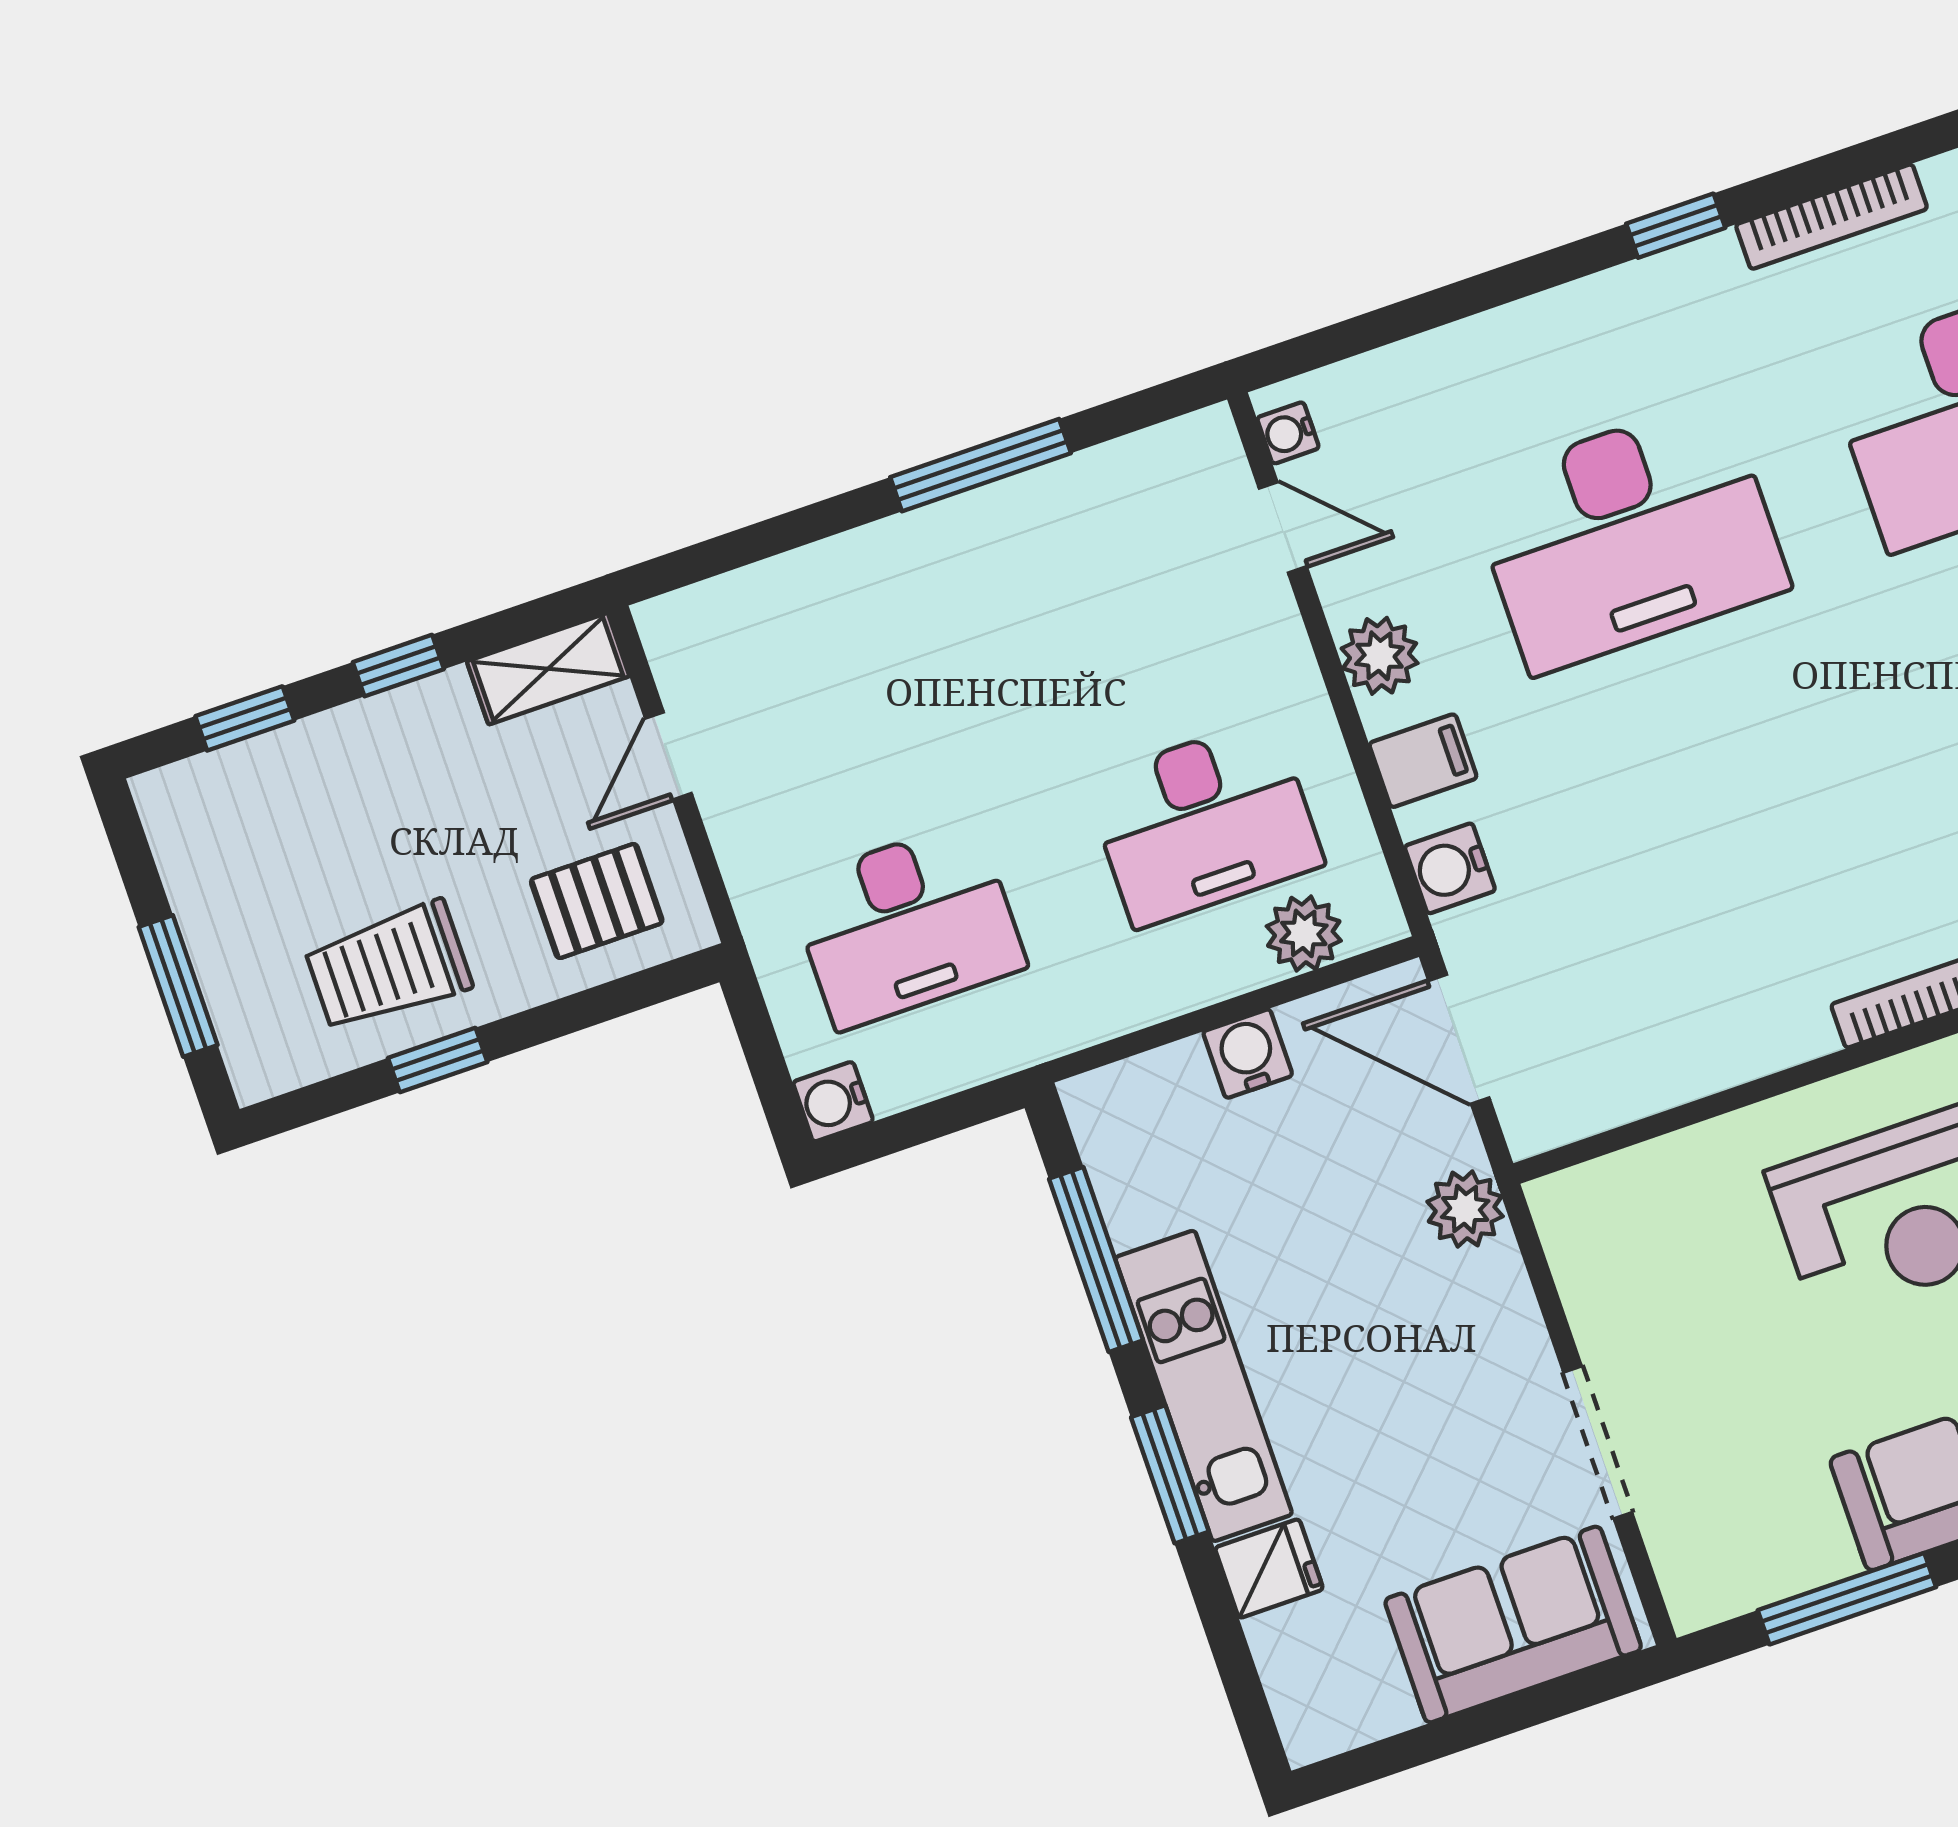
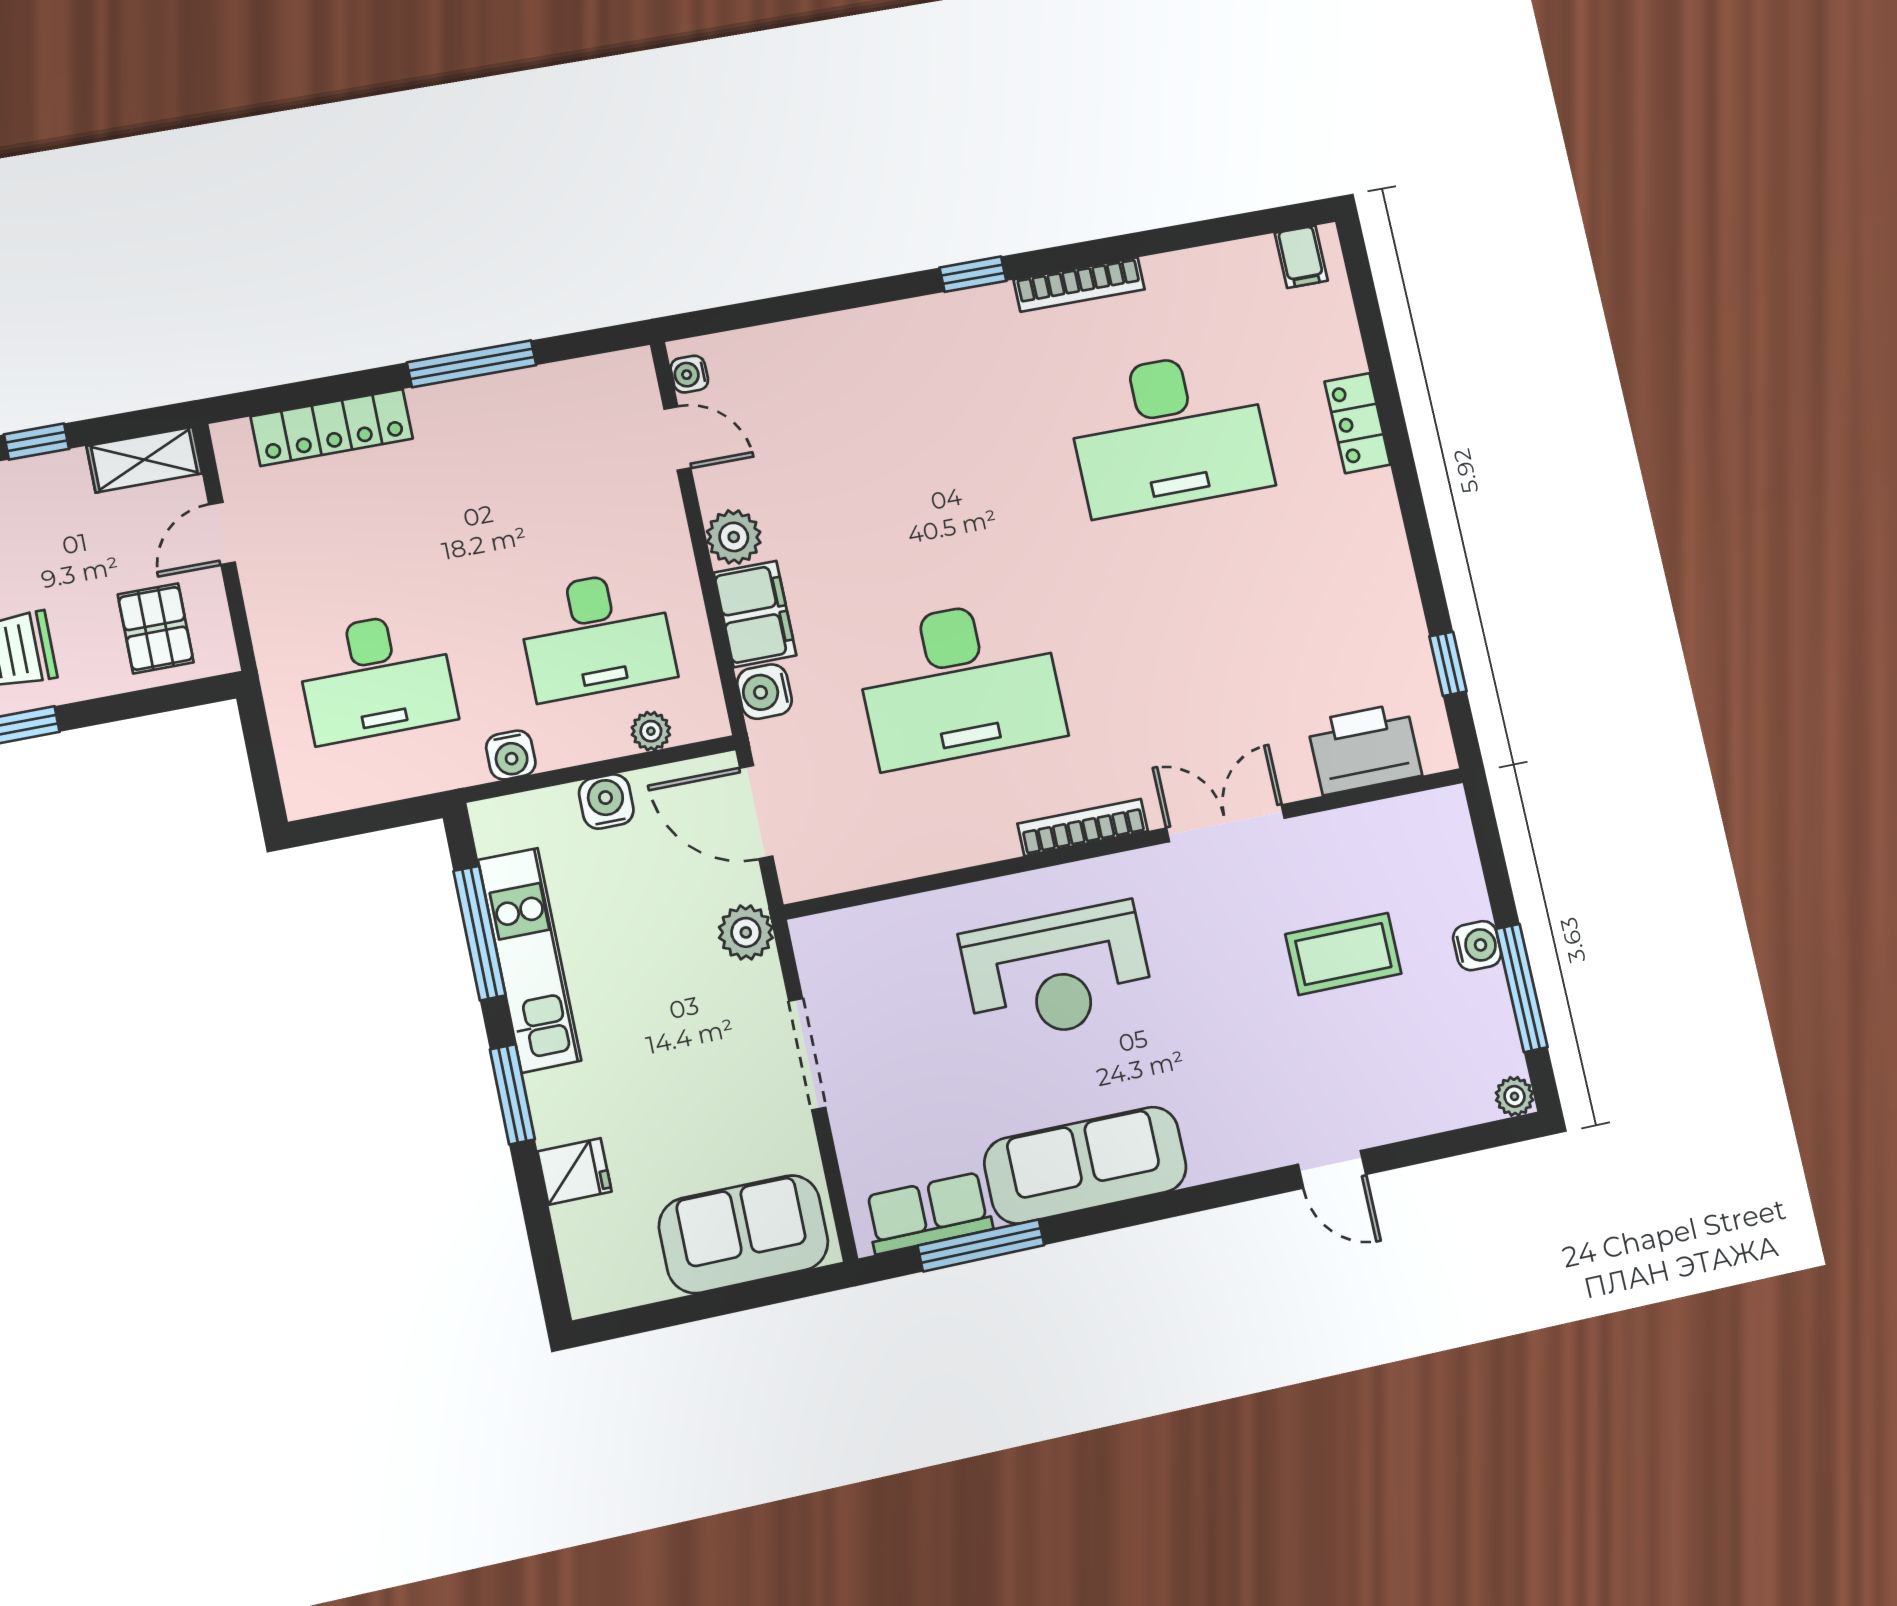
desk: (1628, 535) -> (959, 683), moved
locker: (799, 585) -> (332, 428), added
filing cabinet: (1423, 761) -> (755, 614), width x2.00
pallet: (597, 901) -> (156, 628), turned 90
plant: (1304, 933) -> (651, 731), width x0.73, depth x0.73
water cooler: (833, 1102) -> (511, 755), moved, turned -90
kitchen unit: (1204, 1386) -> (530, 960), moved
doorway: (1598, 1442) -> (807, 1054), moved
row of seats: (1768, 1563) -> (928, 1213), added

